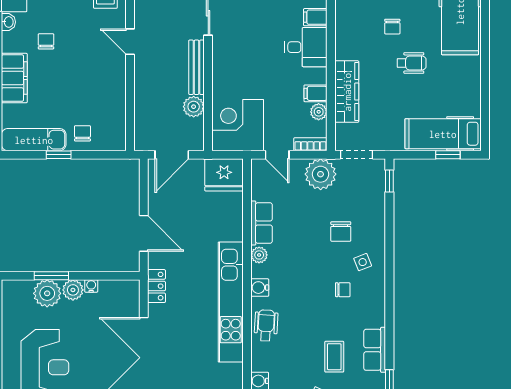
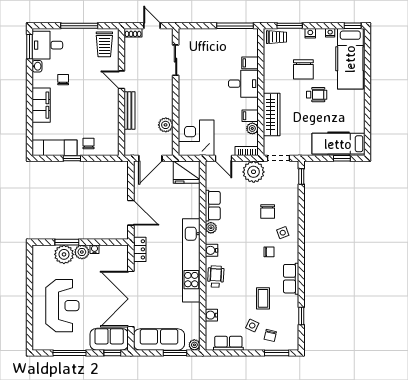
chair: (392, 27) -> (303, 69), width x1.87, depth x1.87
bench: (197, 67) -> (129, 110), moved
row of seats: (375, 350) -> (291, 279), moved

